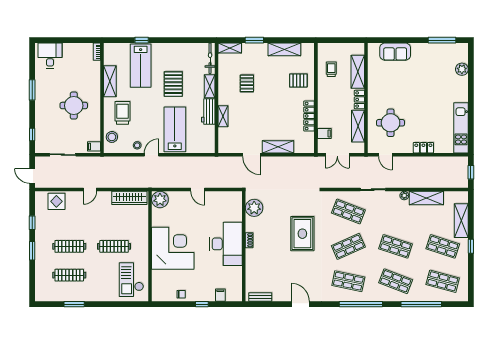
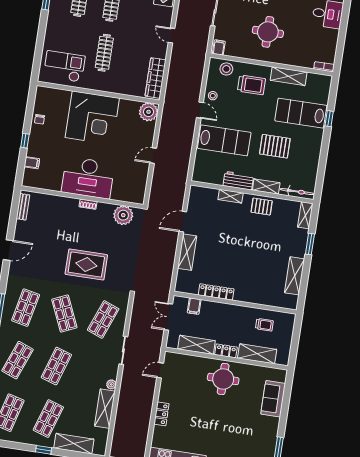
pallet: (298, 81) -> (257, 286), removed
pallet: (247, 83) -> (262, 207), moved
round table: (391, 123) -> (223, 379), moved

